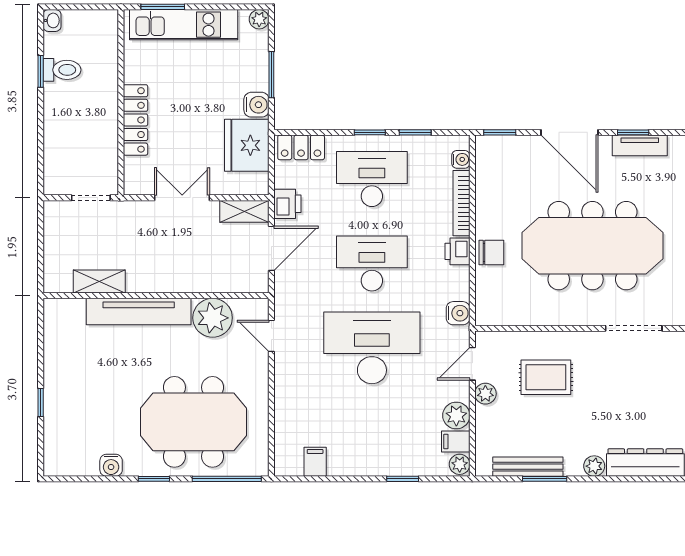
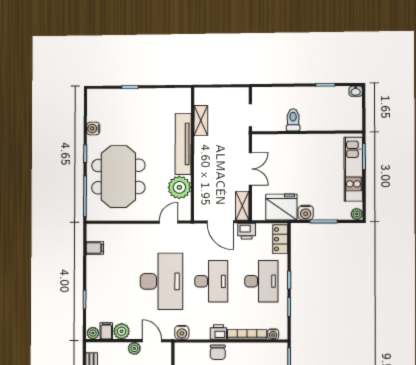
toilet: (62, 70) -> (293, 120), moved, turned 180
locker: (135, 120) -> (296, 141), removed

